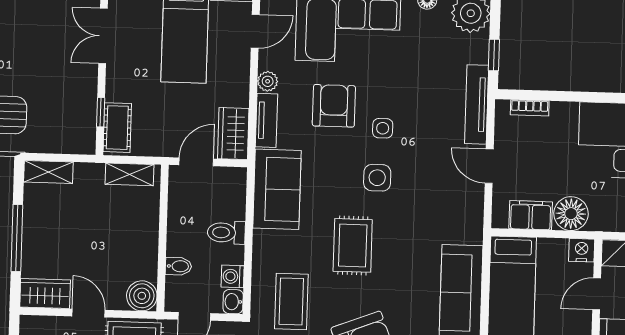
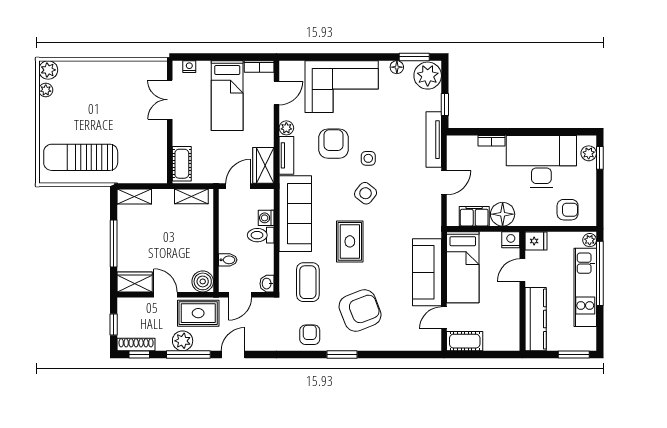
bookcase: (530, 108) -> (492, 141), moved
window: (101, 112) -> (170, 153), removed
door: (489, 166) -> (444, 183), swing flipped
side table: (377, 178) -> (366, 193), turned 38
sofa: (277, 189) -> (295, 214), width x1.36
washing machine: (233, 276) -> (266, 218), moved

